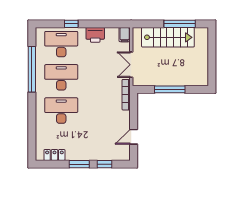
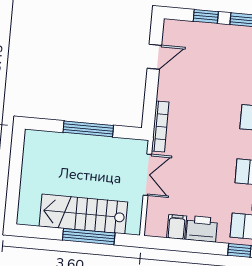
window: (180, 24) -> (89, 237), moved
filing cabinet: (125, 35) -> (177, 227), moved

